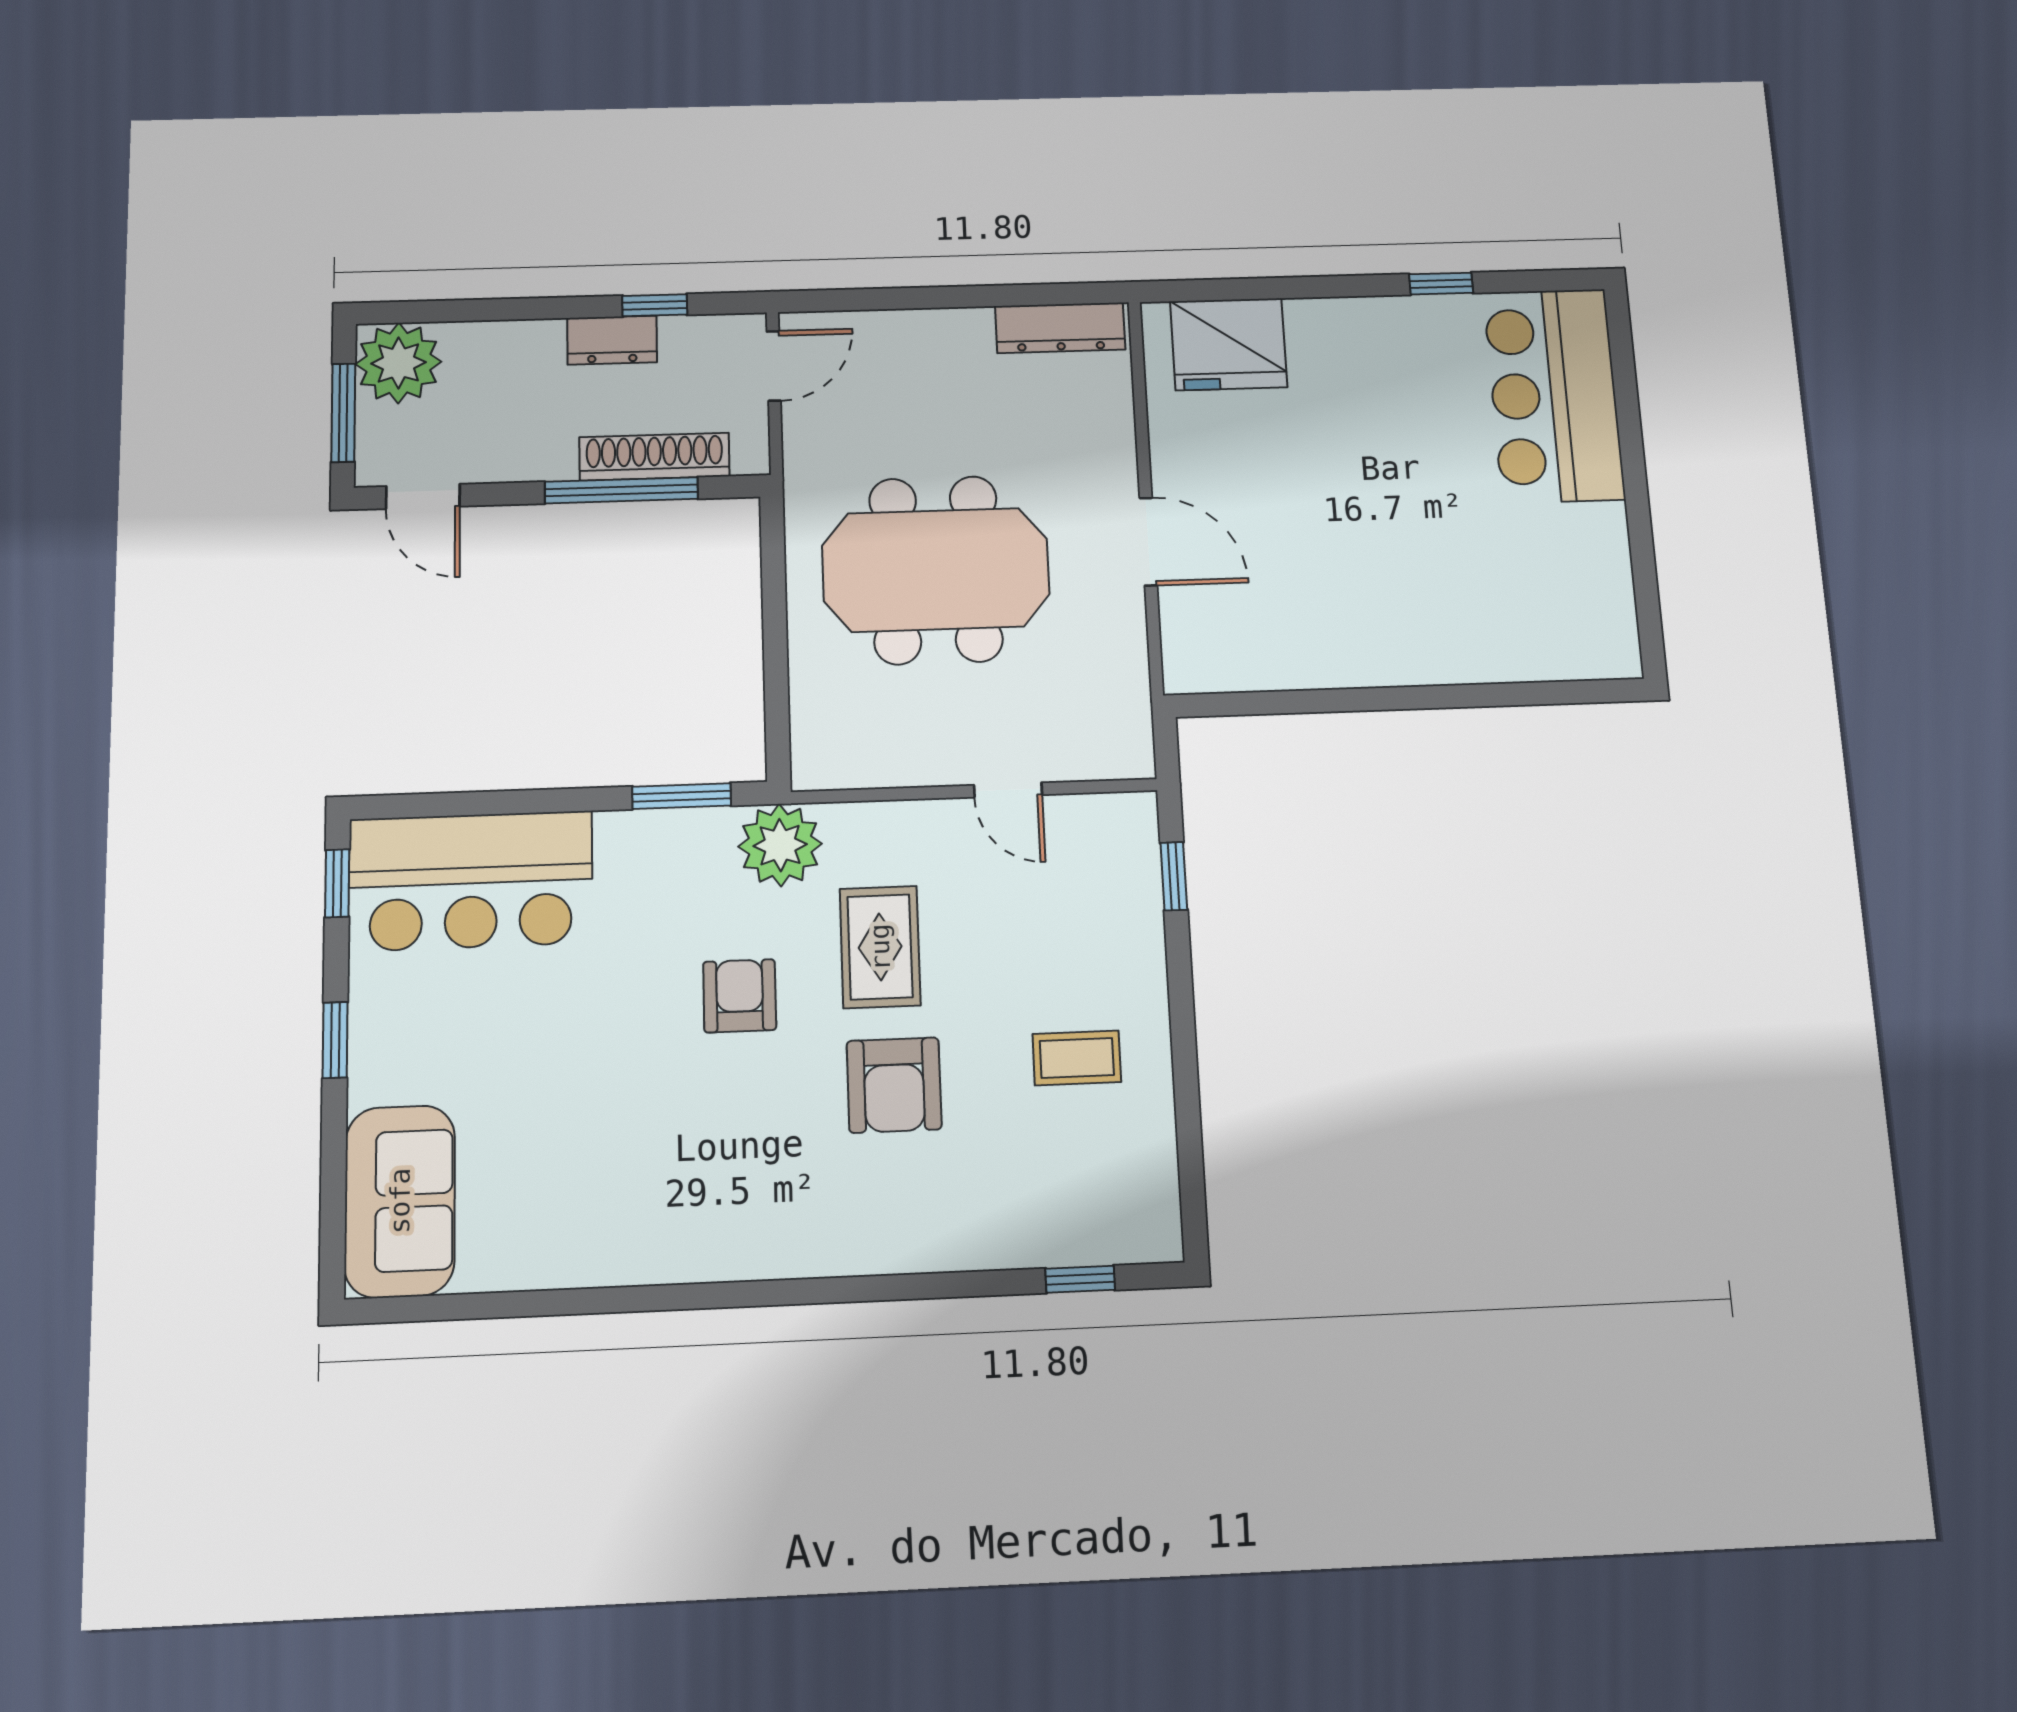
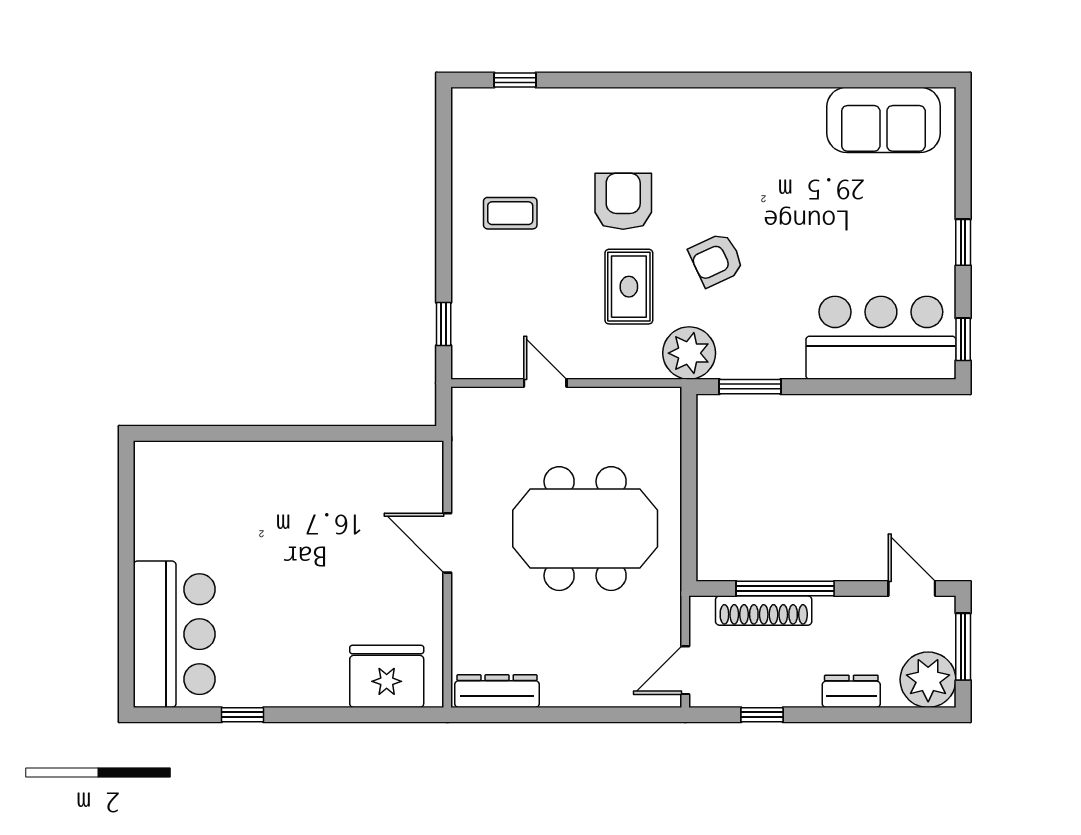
dresser: (612, 340) -> (851, 691), moved
armchair: (740, 996) -> (716, 260), turned 65
sofa: (400, 1201) -> (883, 120), moved, turned -90

